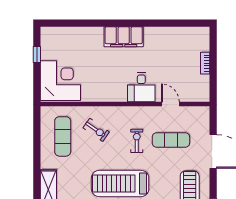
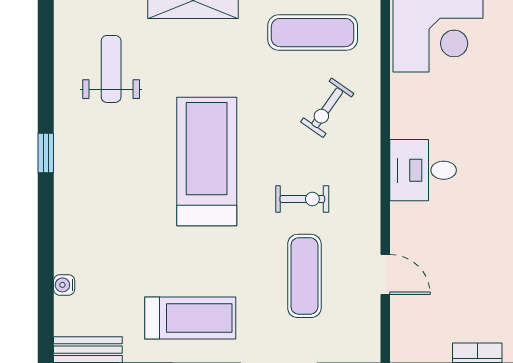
desk: (141, 87) -> (423, 170), moved
door: (170, 104) -> (385, 275), hinge flipped

